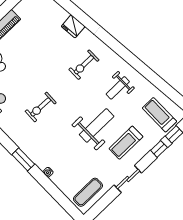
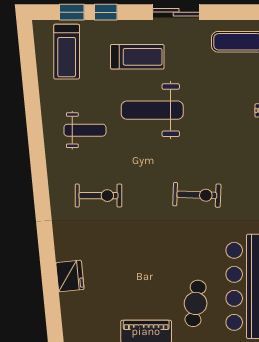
fridge: (73, 26) -> (70, 276), moved

